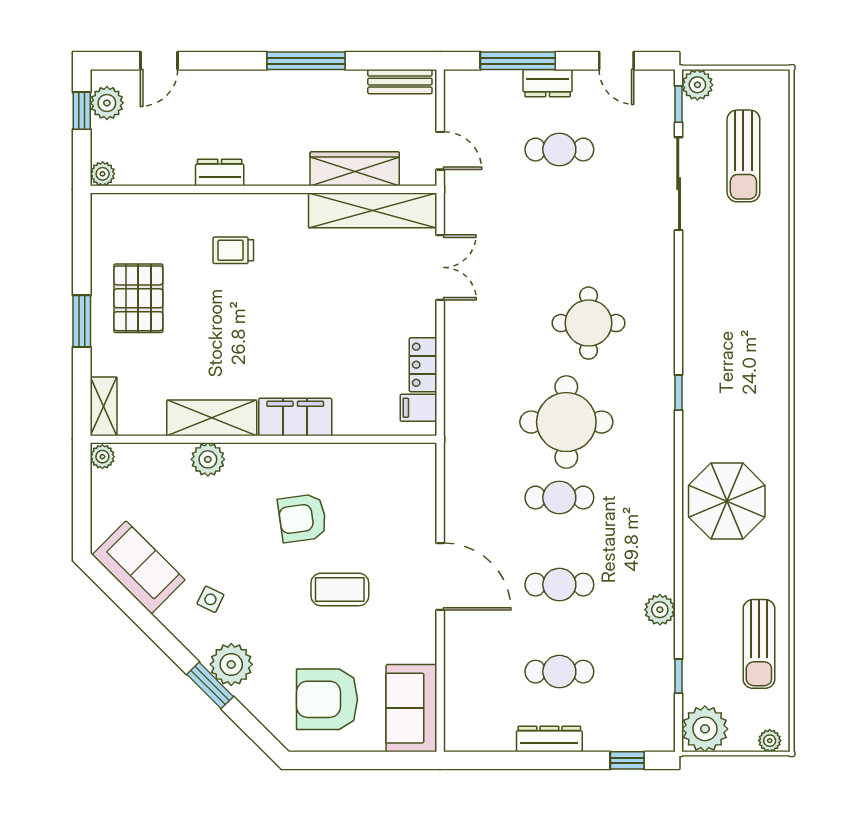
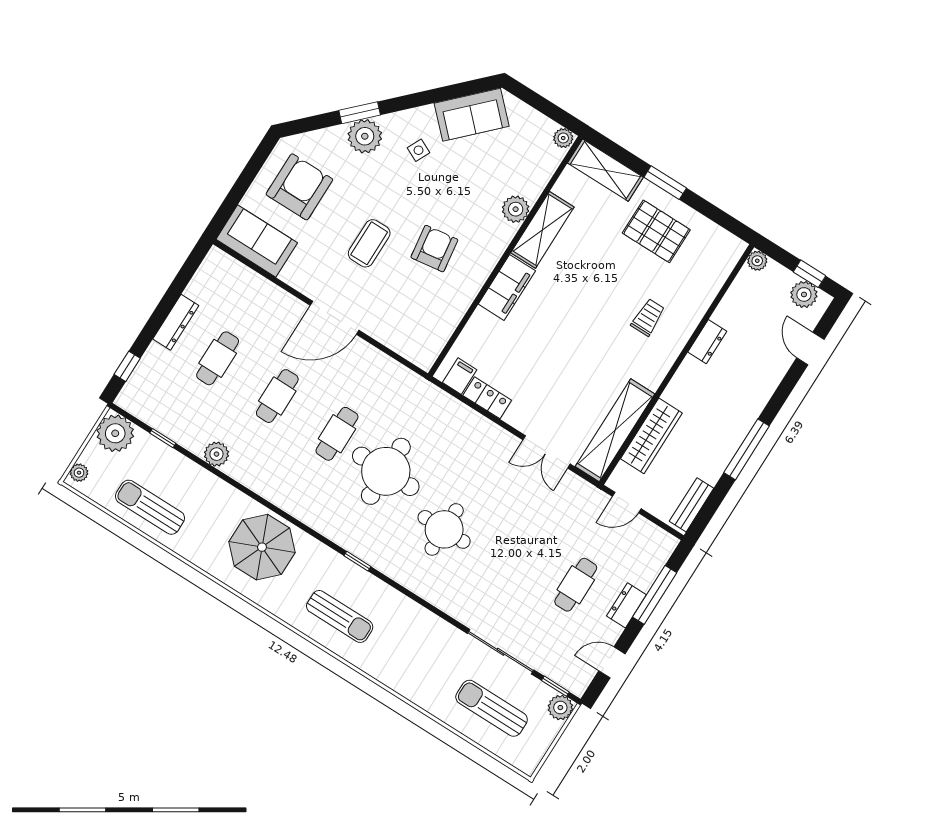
sun lounger: (748, 374) -> (340, 616), added
shelving: (104, 406) -> (605, 170), width x1.50, depth x1.33

